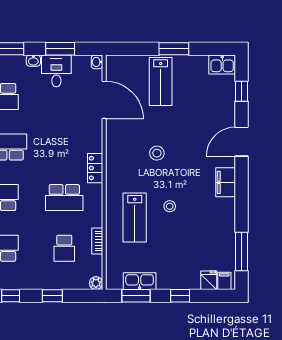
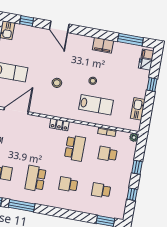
filing cabinet: (226, 182) -> (103, 45), moved
school desk: (64, 248) -> (108, 154), turned 180
window: (136, 296) -> (147, 113), removed

